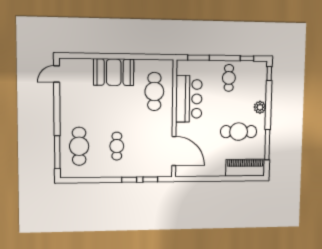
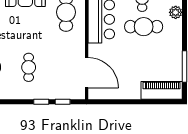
plant: (260, 107) -> (176, 12), moved
cafe table: (239, 132) -> (144, 27), moved

